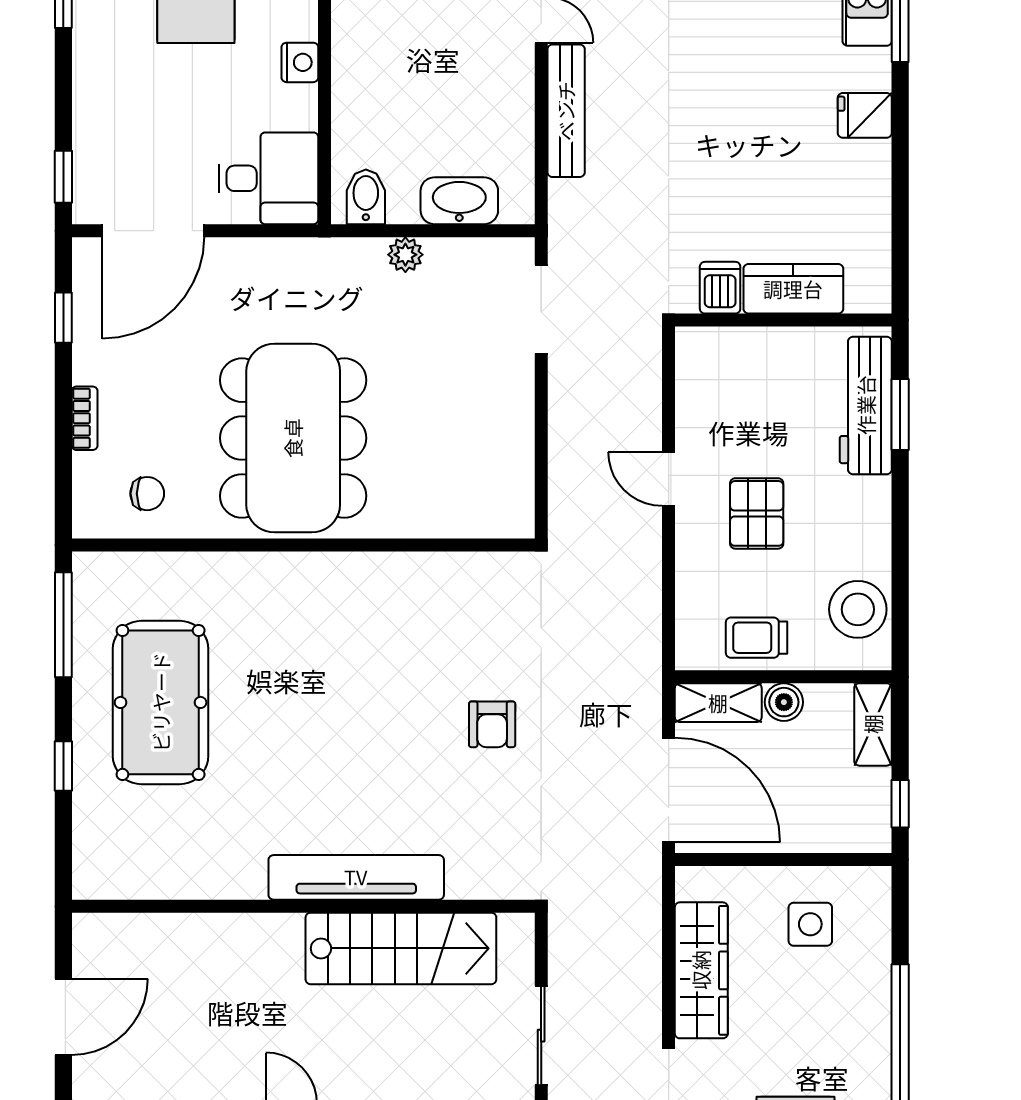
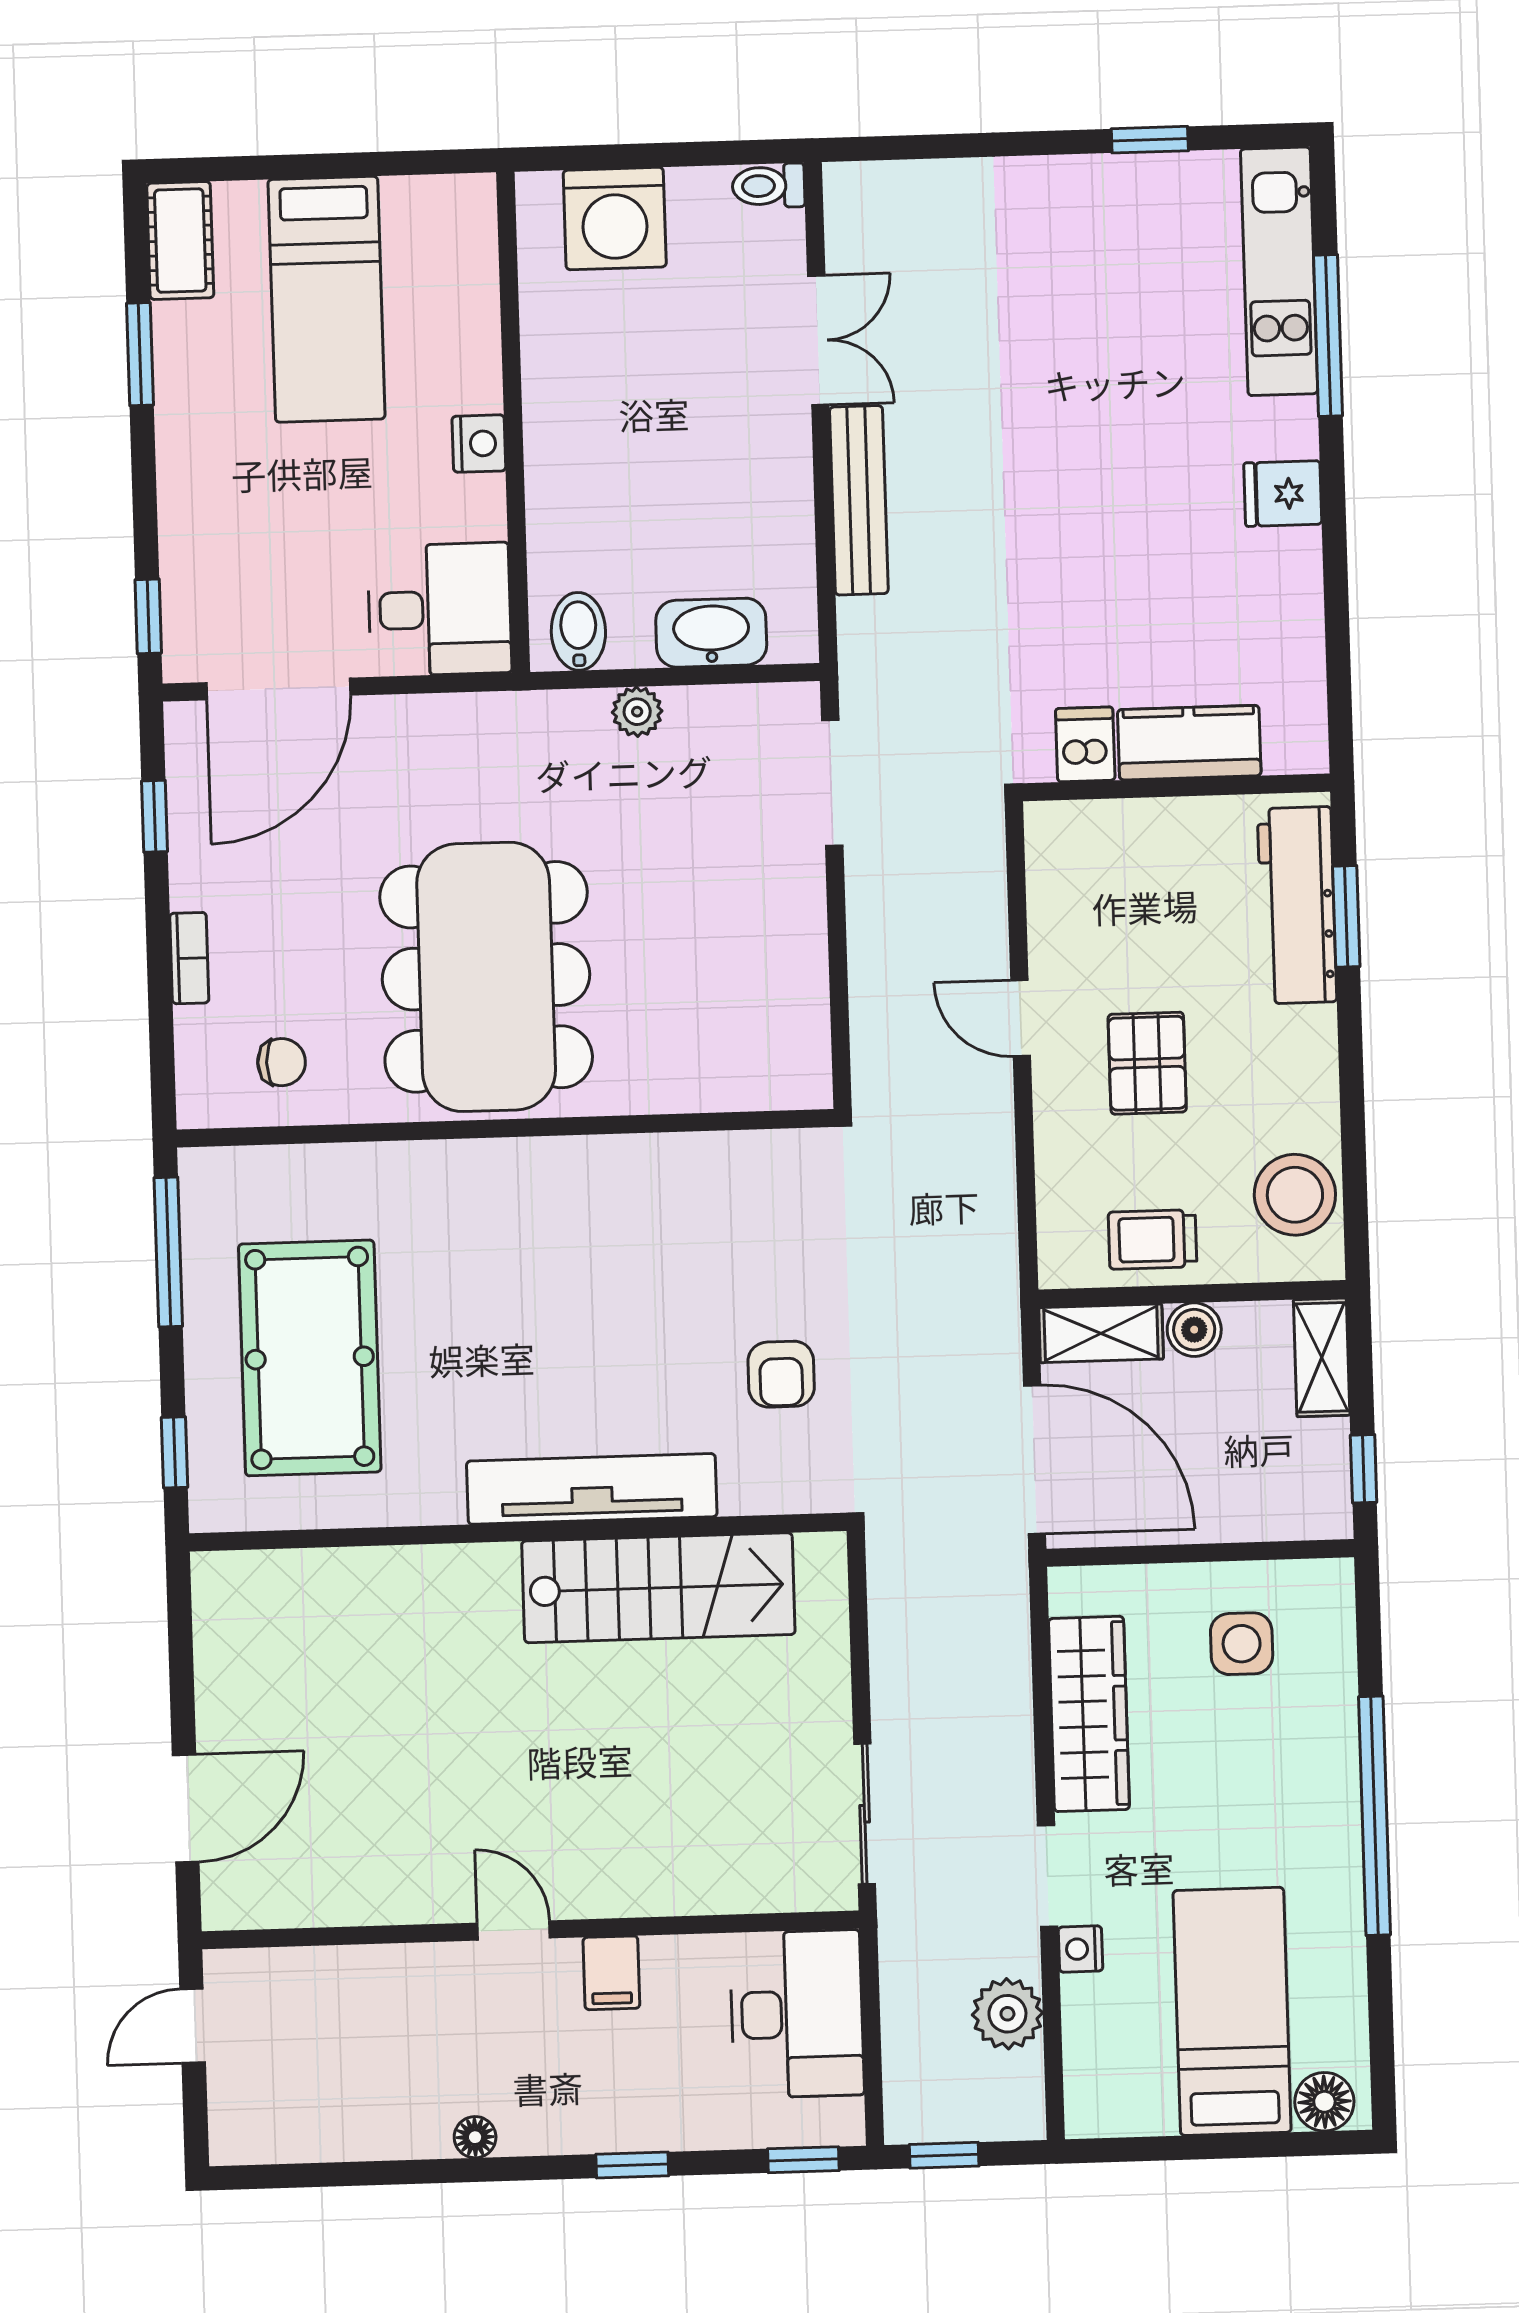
tv unit: (356, 877) -> (592, 1489), moved
wall: (303, 906) -> (518, 1532), moved
stairs: (401, 948) -> (658, 1588), moved

